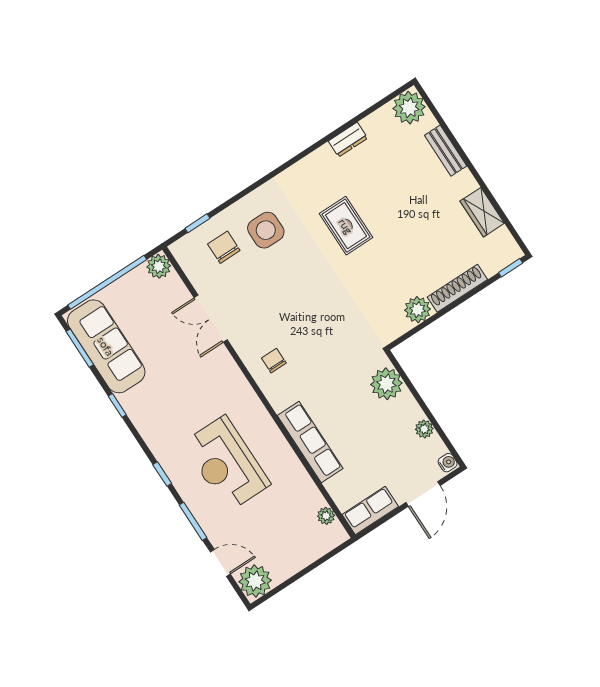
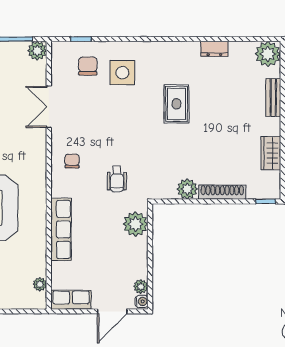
wheelchair: (335, 348) -> (117, 179), added
plant: (424, 429) -> (141, 287), moved

